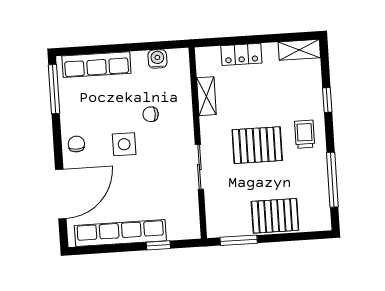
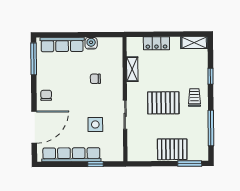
water cooler: (157, 59) -> (91, 43), moved
side table: (124, 144) -> (95, 124), moved
window: (239, 240) -> (190, 163), moved

